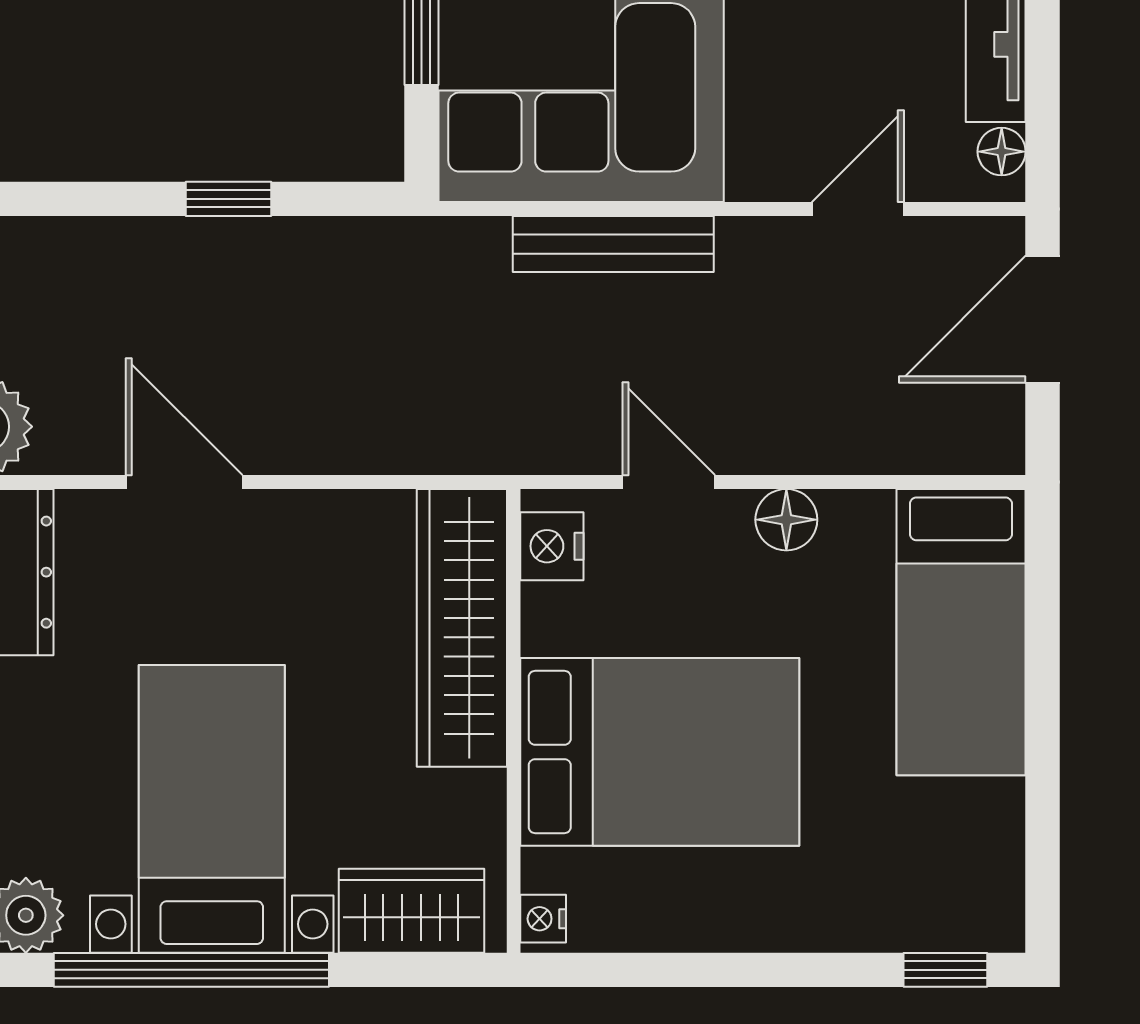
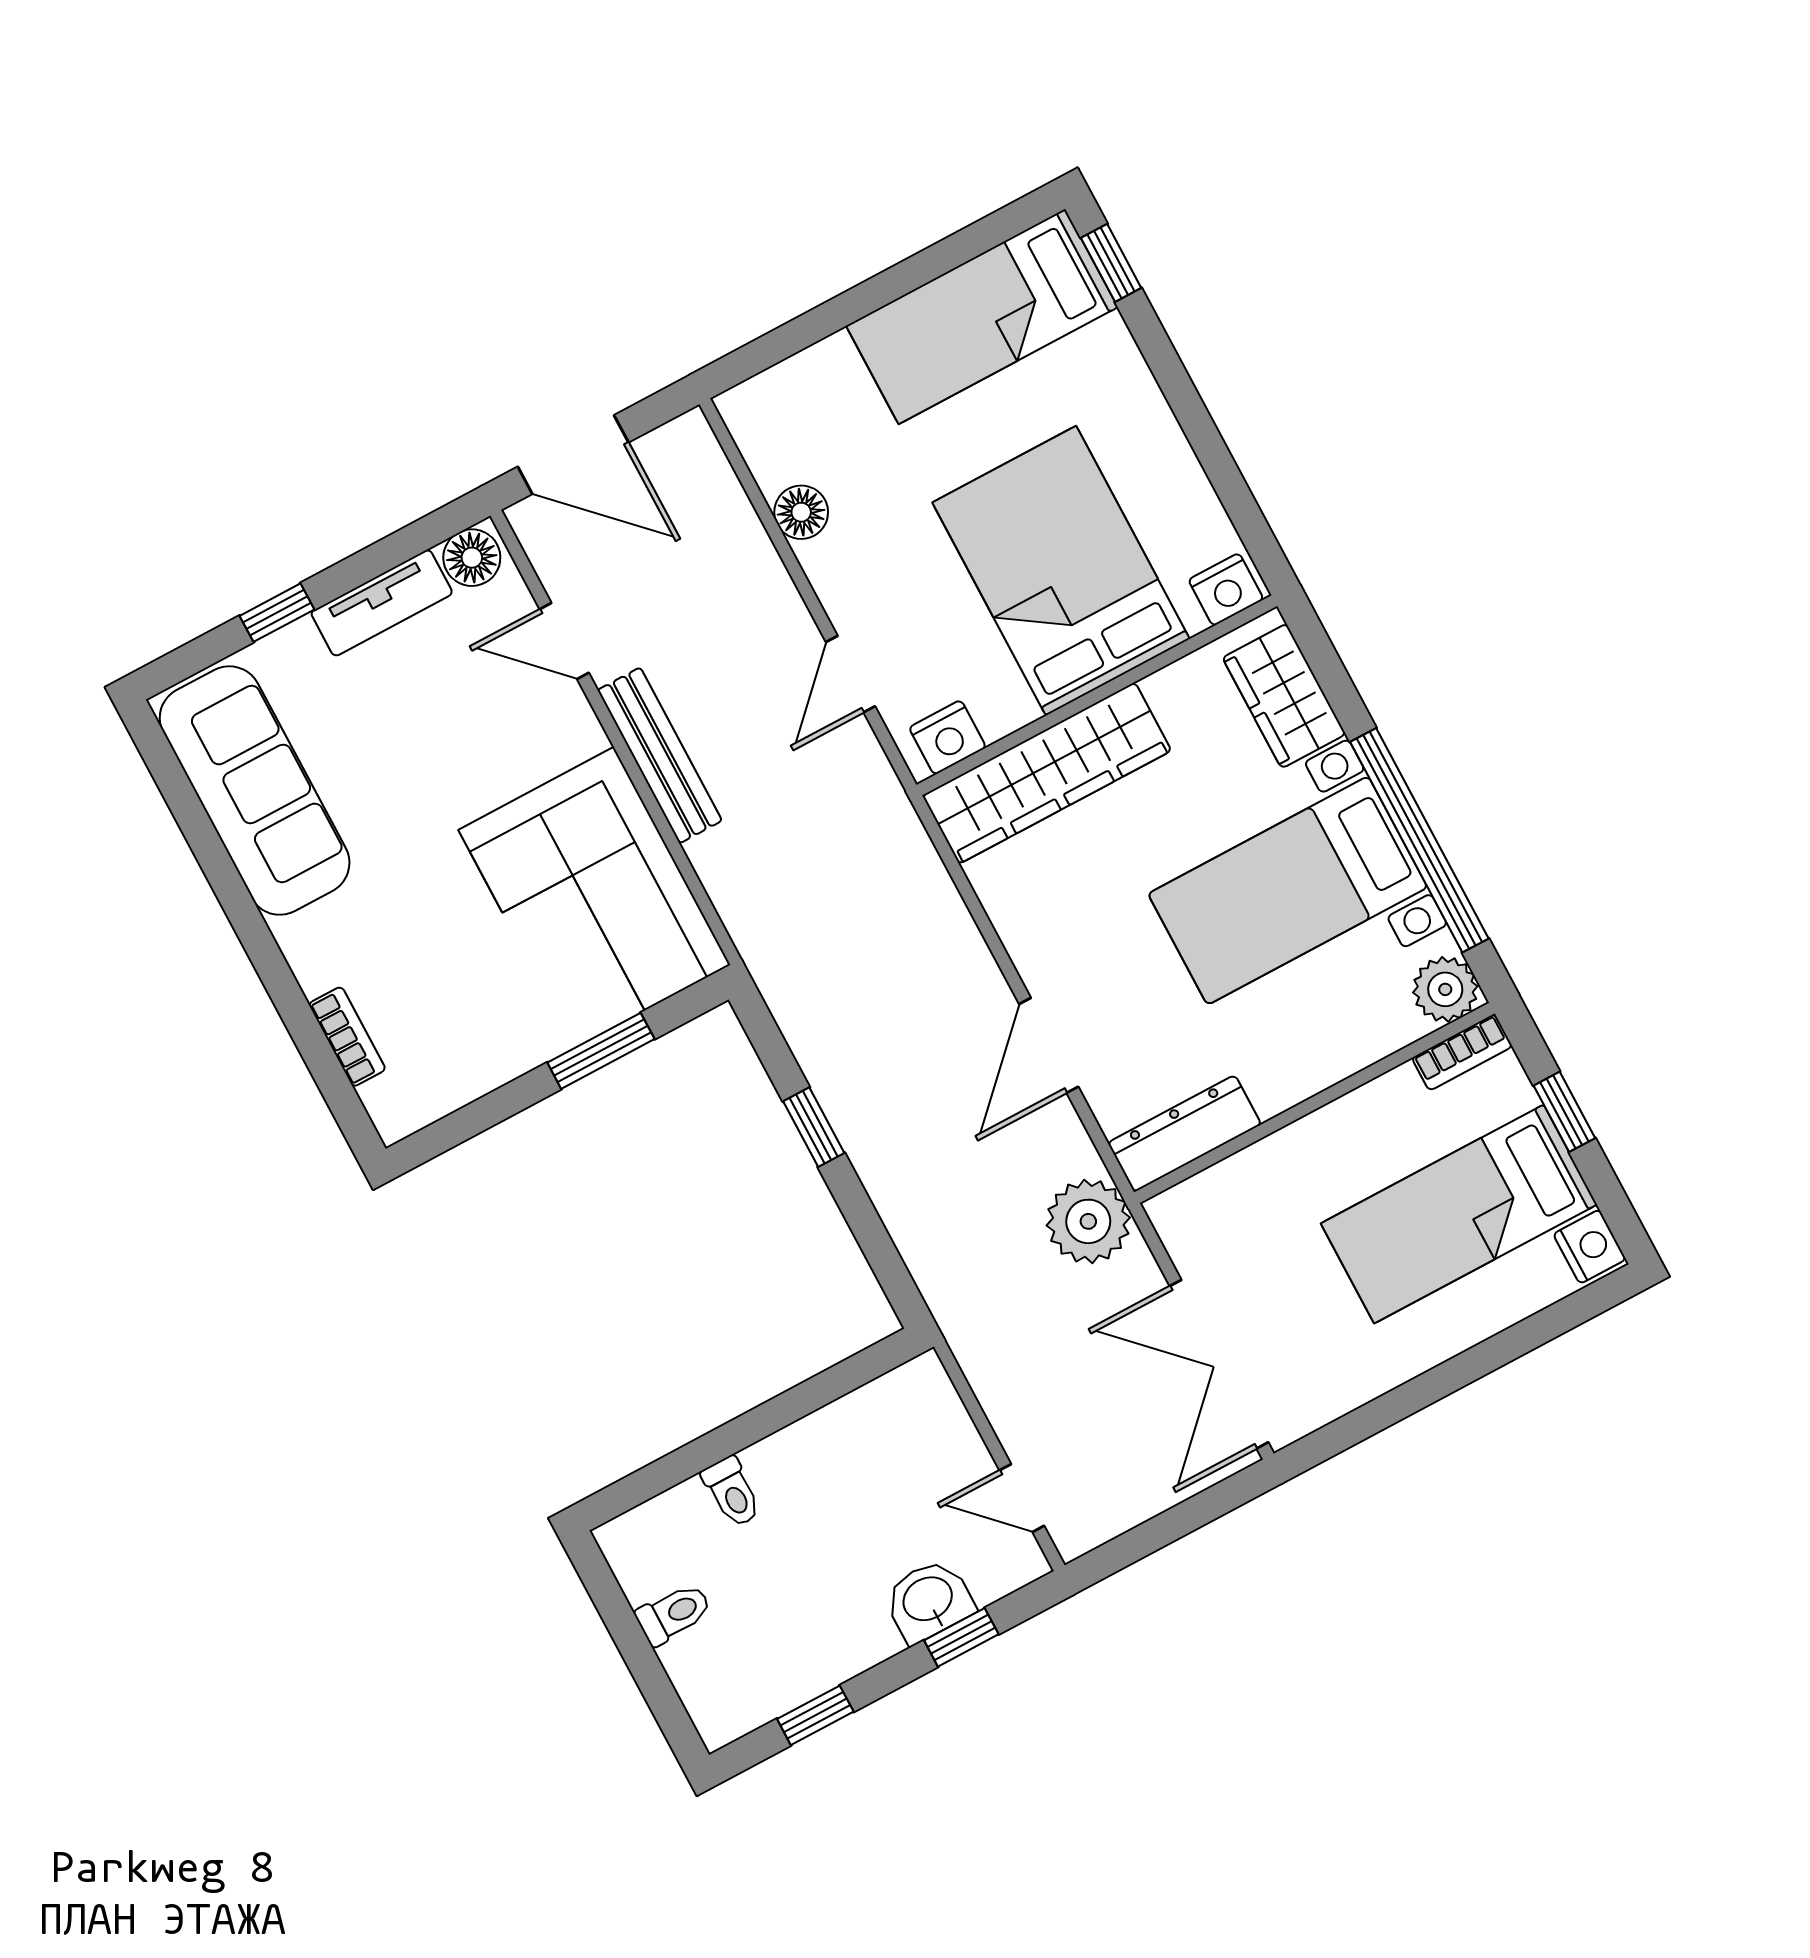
floor lamp: (1002, 152) -> (472, 558), width x1.37, depth x1.37
bench: (613, 244) -> (660, 755), moved
floor lamp: (786, 520) -> (801, 512), moved
bed: (961, 632) -> (982, 316), moved, turned 180
nightstand: (543, 919) -> (1226, 589), width x1.39, depth x1.35

